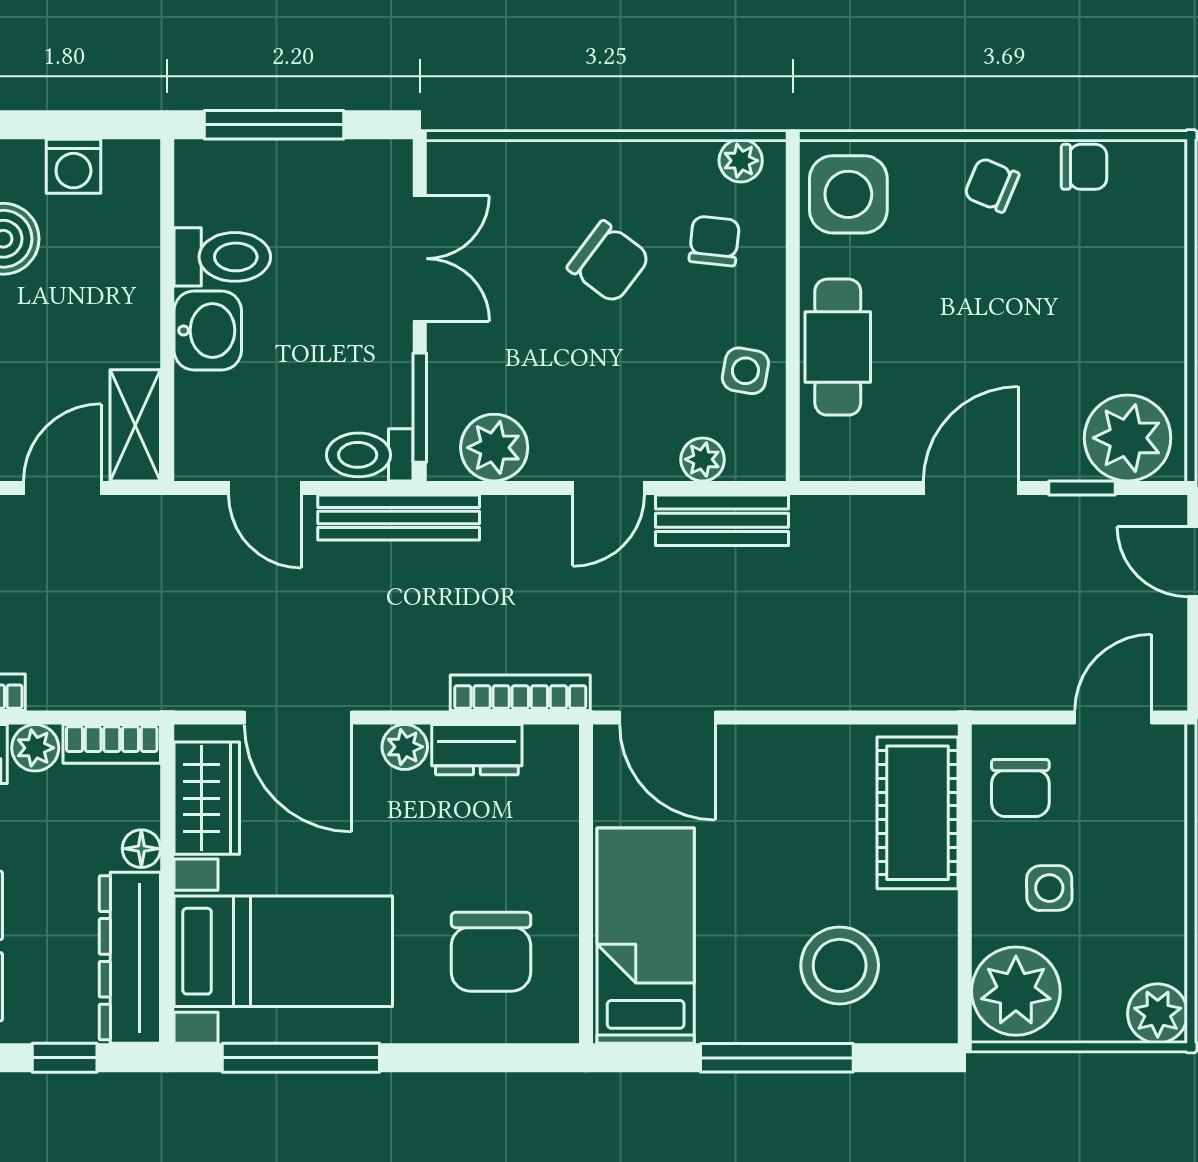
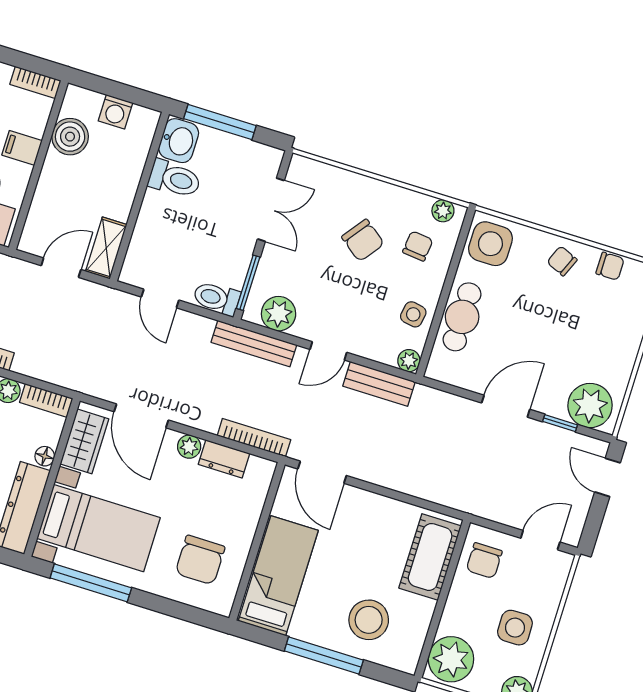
washbasin: (208, 331) -> (179, 141), moved
plant: (703, 459) -> (409, 361), moved
bench: (399, 517) -> (254, 344), moved
side table: (1049, 888) -> (515, 628), moved, width x1.37, depth x1.37

